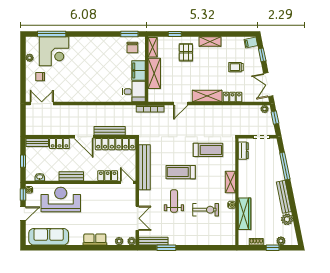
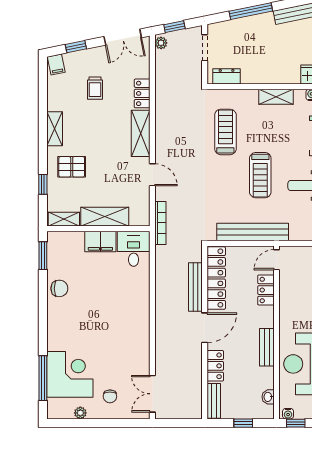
chair: (132, 47) -> (59, 288), moved

